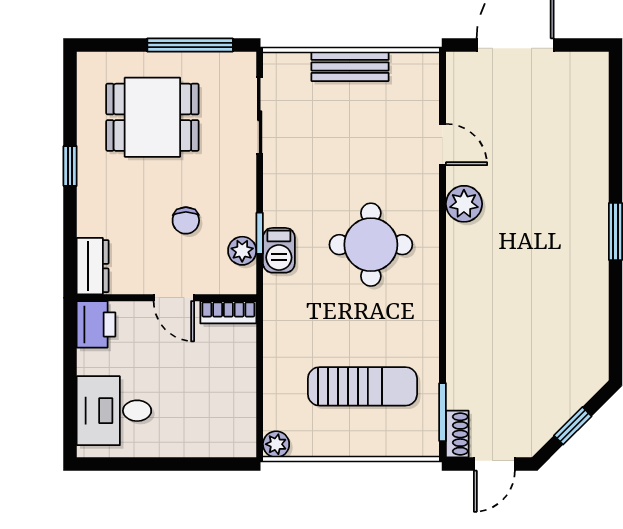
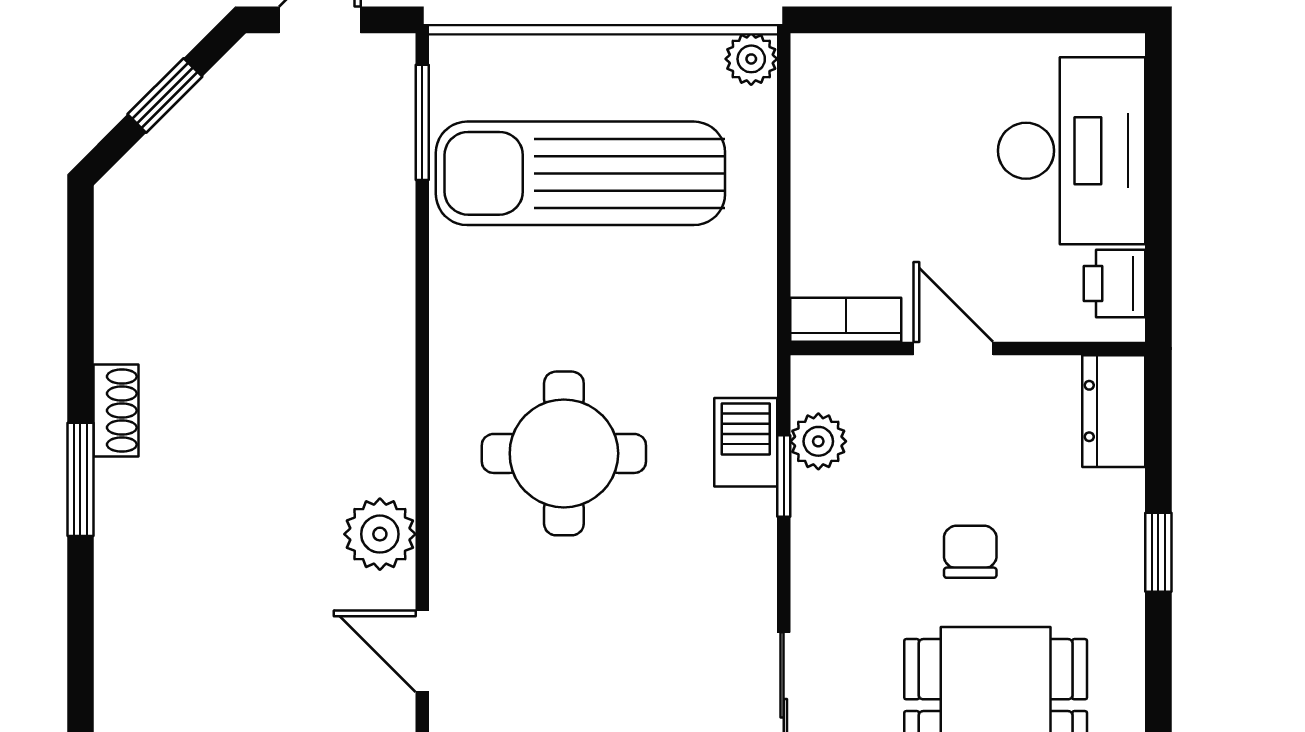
window: (70, 166) -> (1158, 552), moved
chair: (186, 220) -> (970, 552), moved
printer: (96, 324) -> (1115, 283), width x0.73, depth x0.81
sun lounger: (362, 386) -> (580, 173), width x1.36, depth x1.34
desk: (114, 411) -> (1072, 151), width x1.37
shoe rack: (457, 434) -> (116, 411), moved, turned 180

